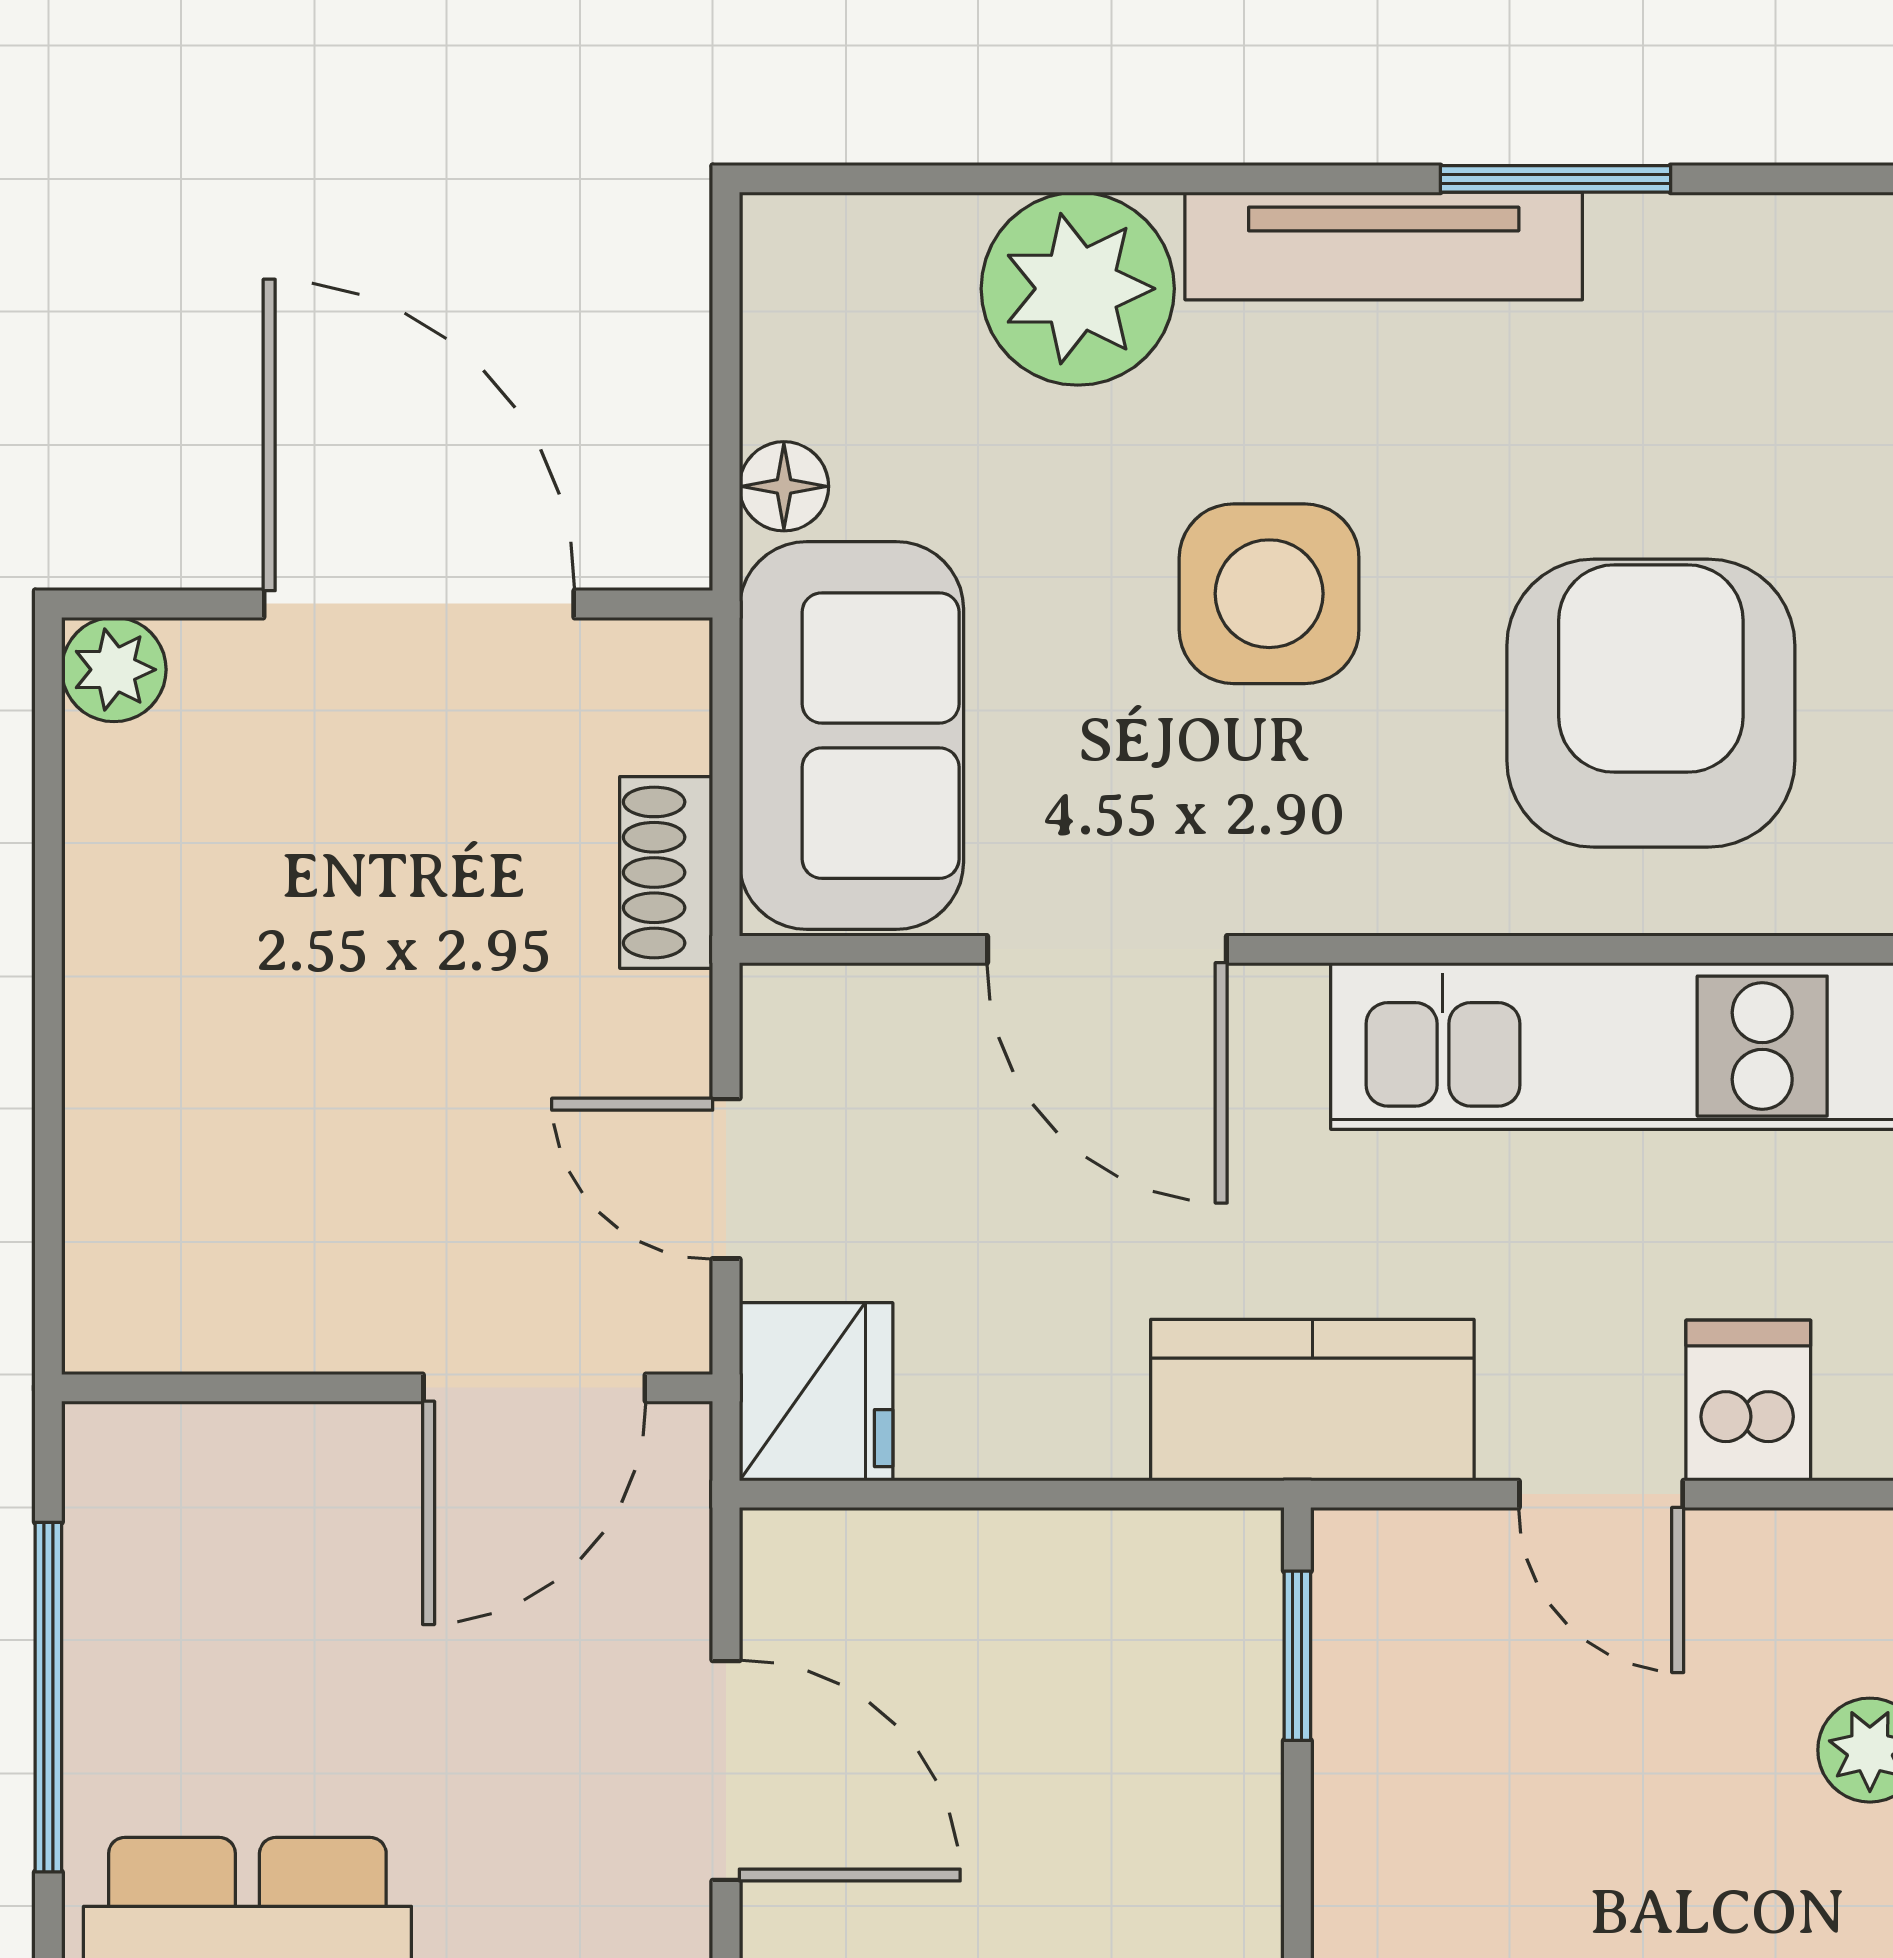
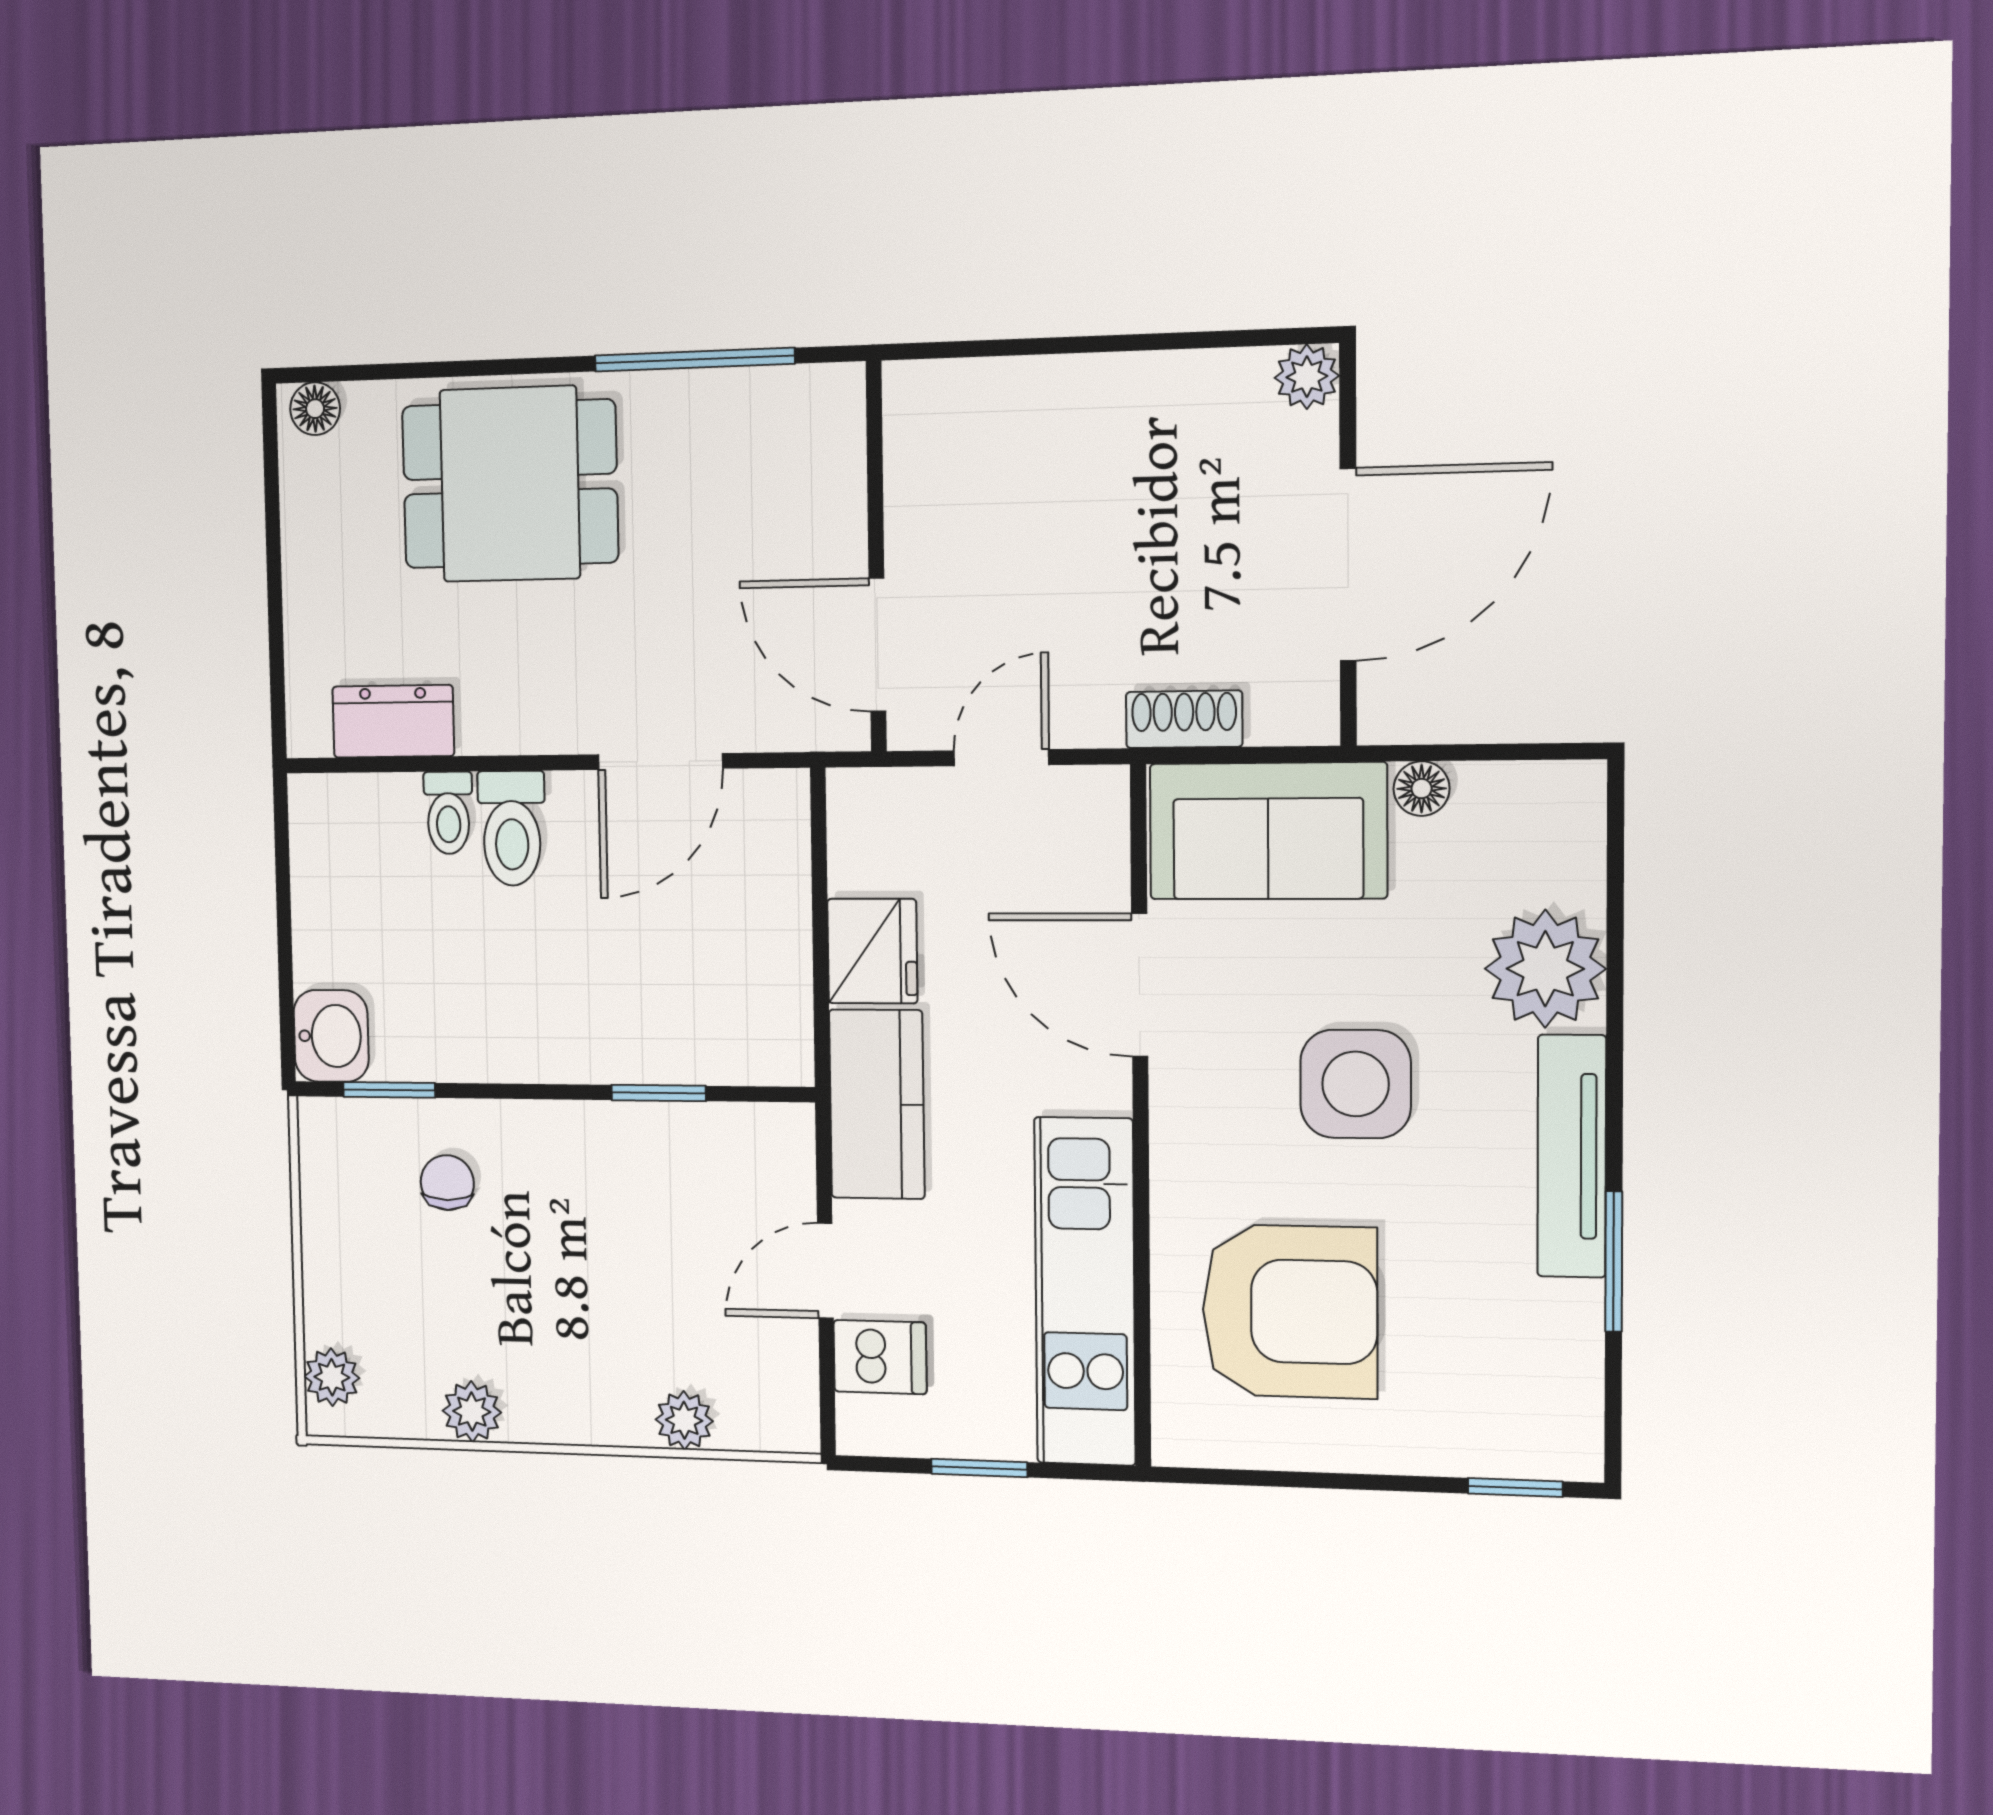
door: (1107, 949) -> (1140, 985), hinge flipped
fridge: (816, 1392) -> (872, 951), moved, turned -90
window: (1297, 1656) -> (659, 1093), moved

